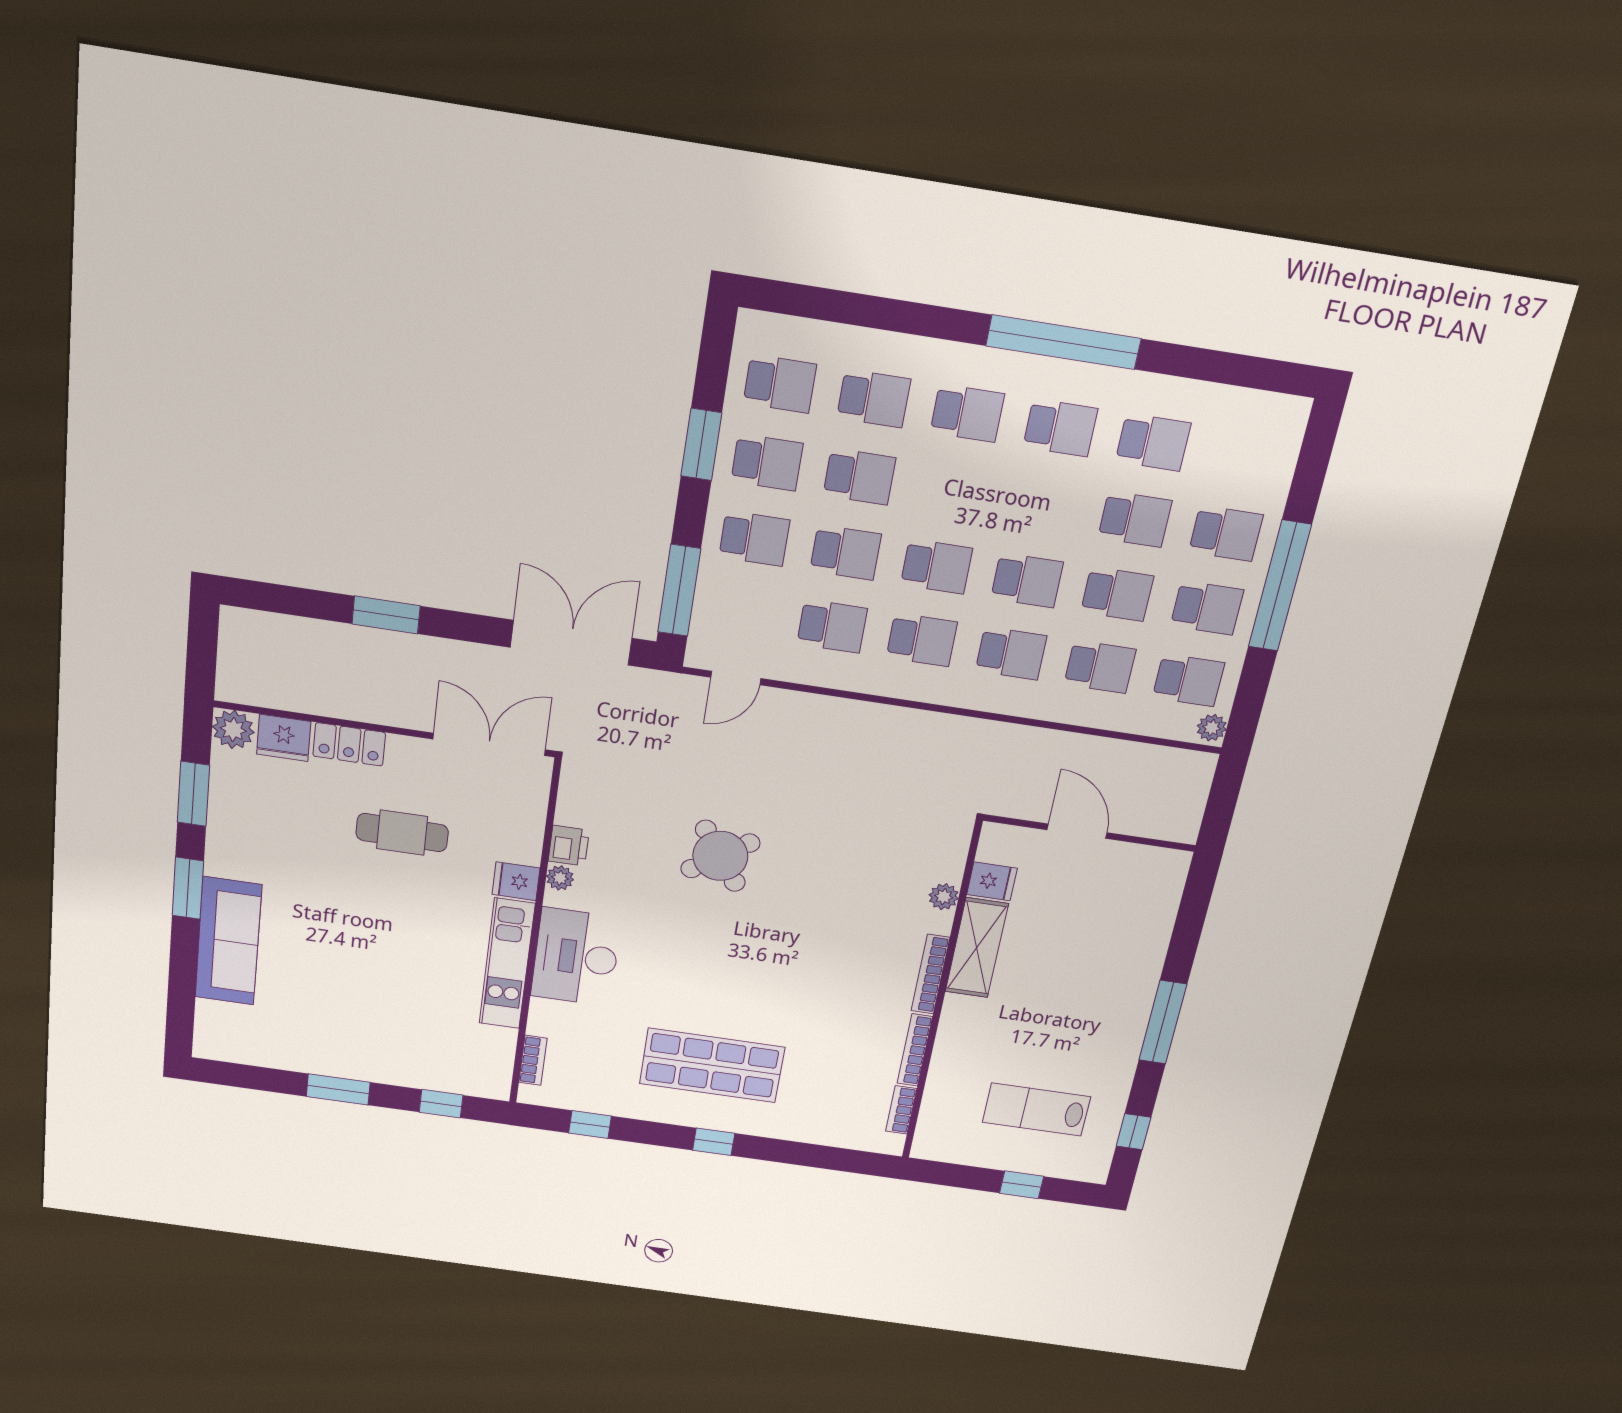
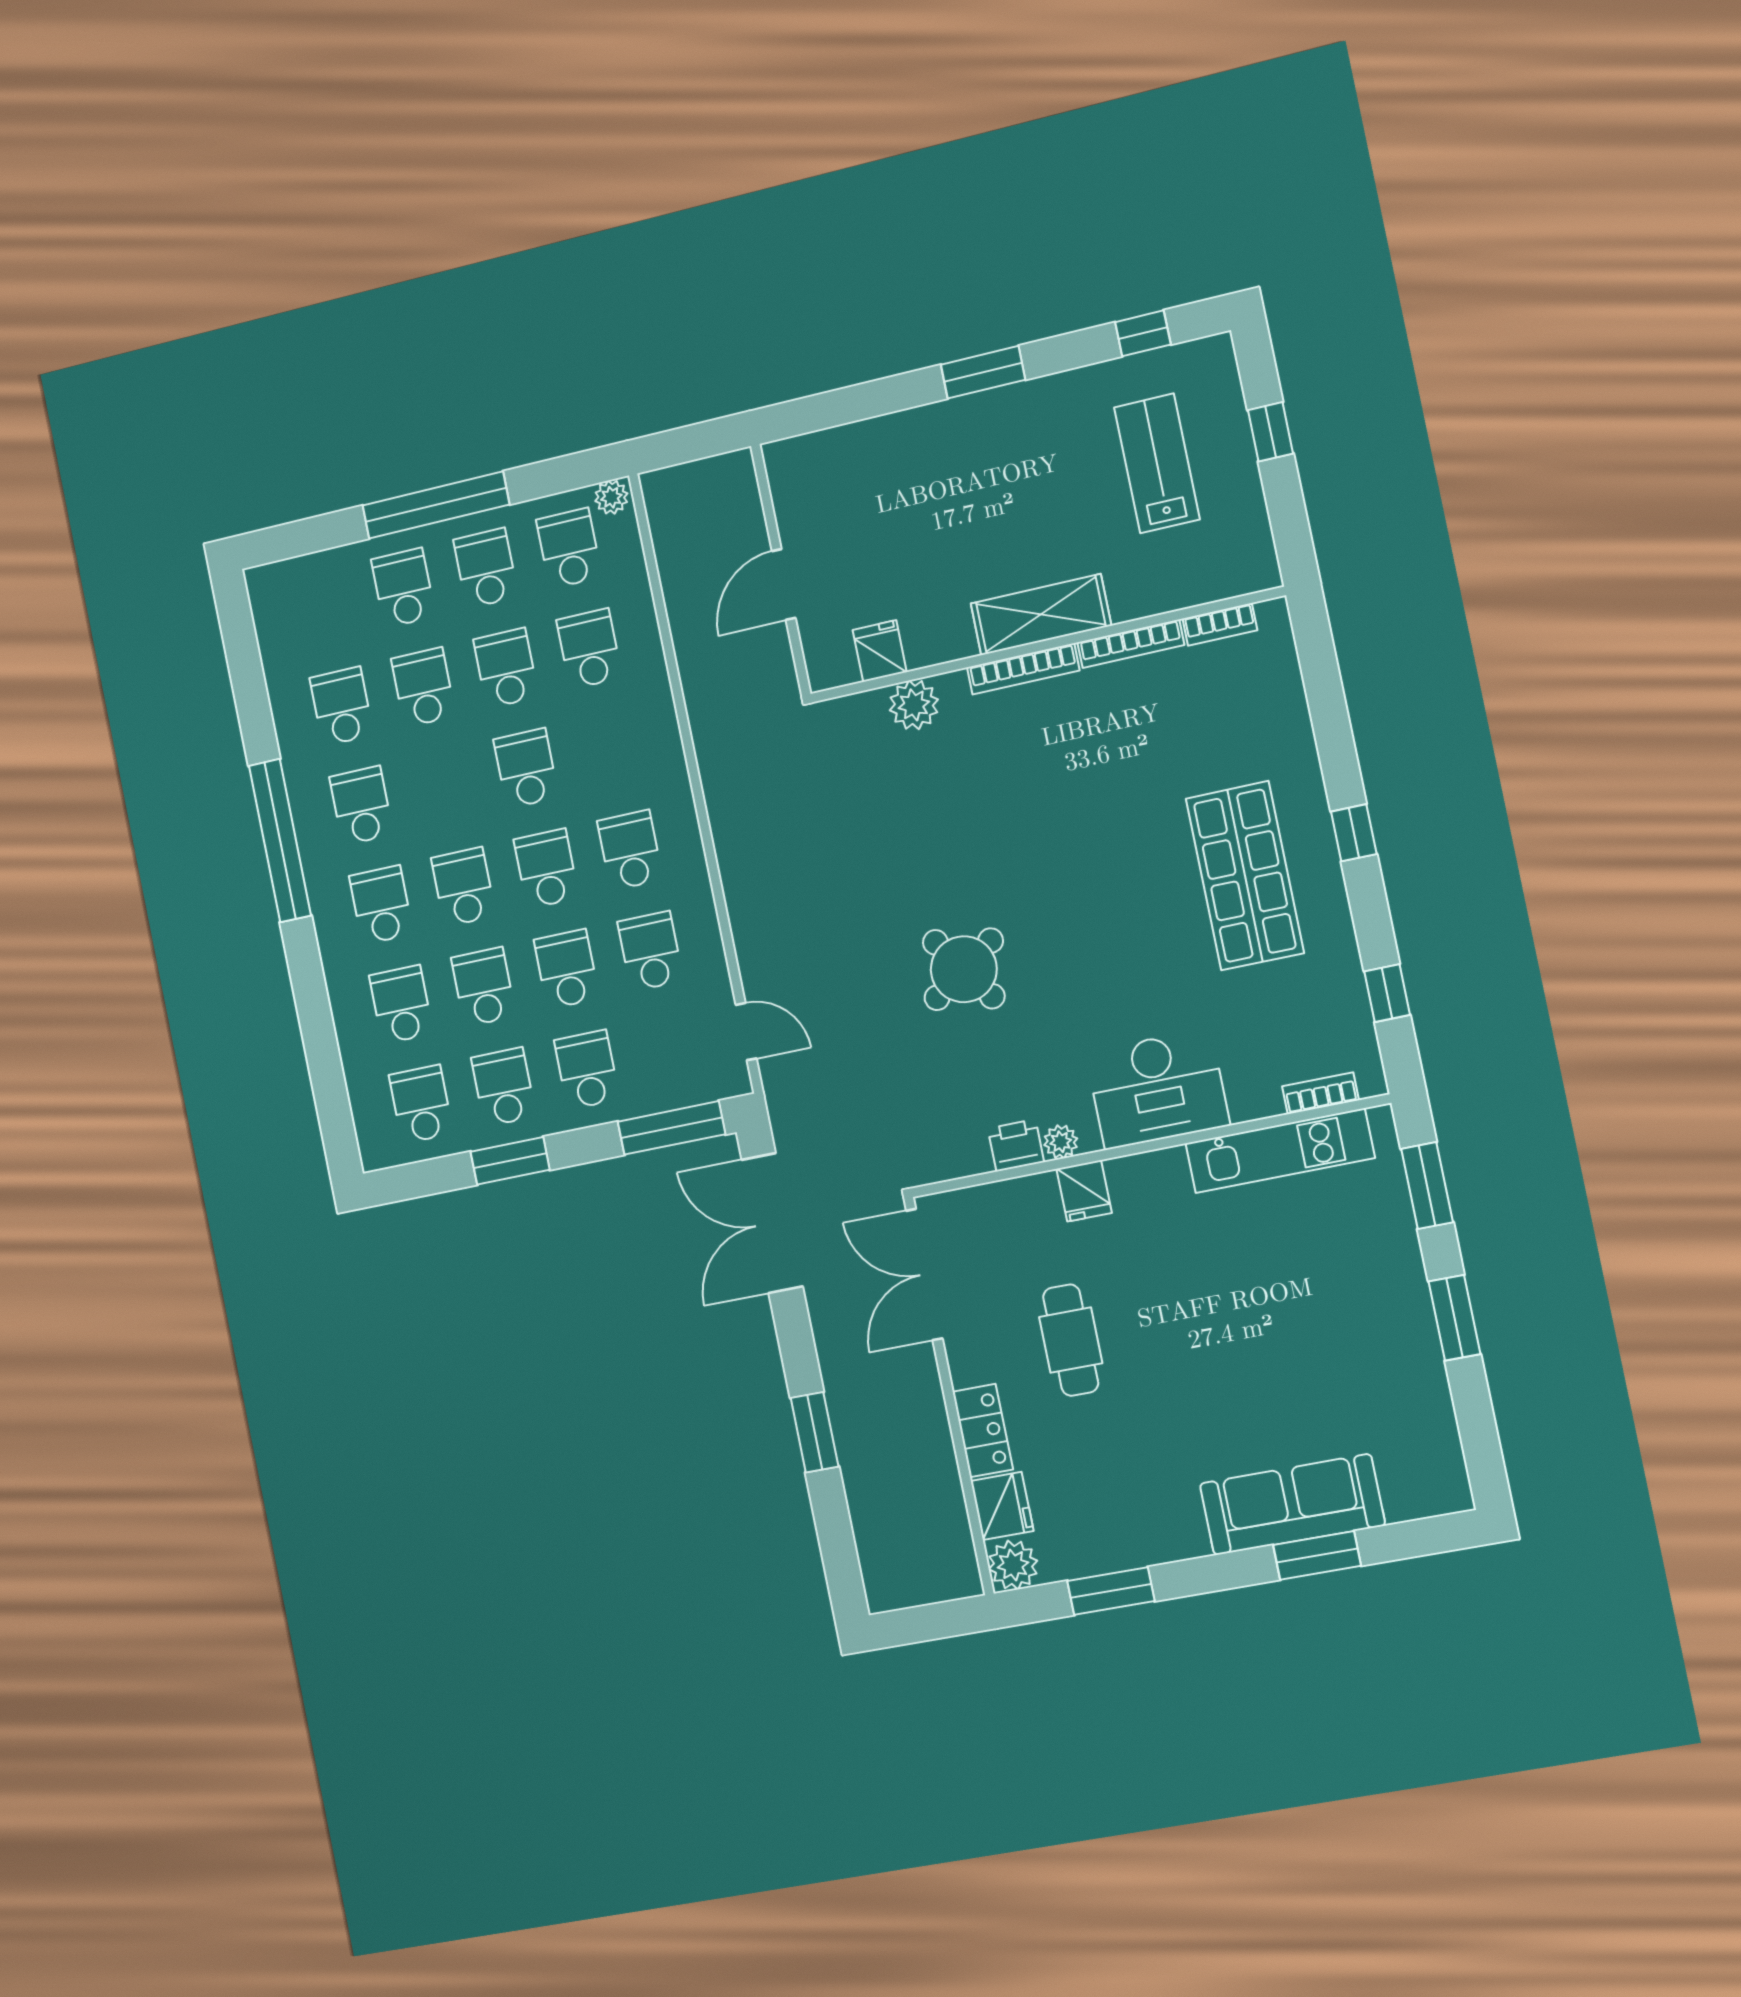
school desk: (1011, 653) -> (463, 887), moved
window: (188, 888) -> (1317, 1555), moved
plant: (944, 897) -> (914, 705), width x1.38, depth x1.38
shelving: (977, 948) -> (1041, 615), moved
kitchen unit: (507, 964) -> (1280, 1151), moved
window: (1163, 1022) -> (983, 372), width x0.69
window: (441, 1104) -> (1427, 1186), width x1.50
lab bench: (1036, 1110) -> (1157, 463), turned 180

